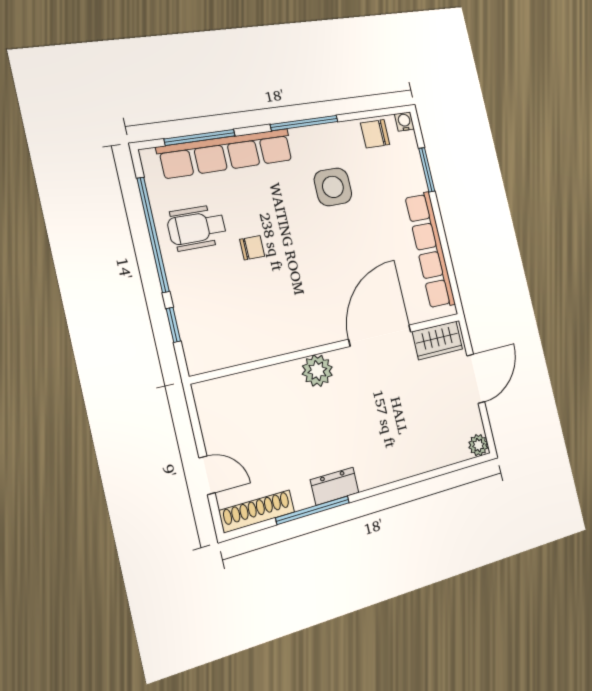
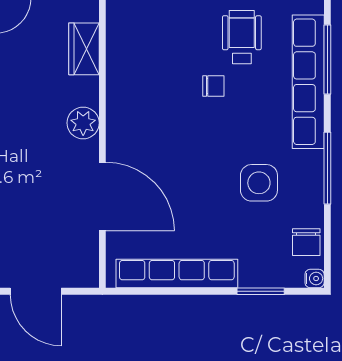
chair: (375, 134) -> (306, 242), turned 180
chair: (252, 248) -> (213, 86), turned -90
wardrobe: (437, 340) -> (84, 49), moved

